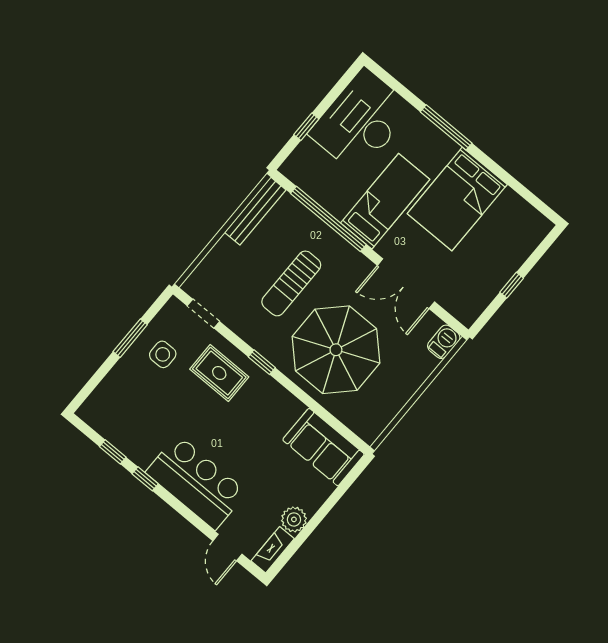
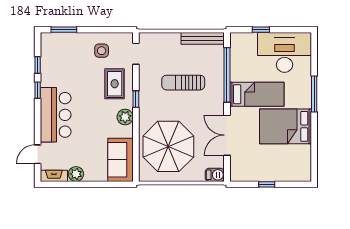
window: (130, 338) -> (64, 30), moved
parasol: (336, 350) -> (168, 146), moved
plant: (273, 395) -> (125, 117), added

